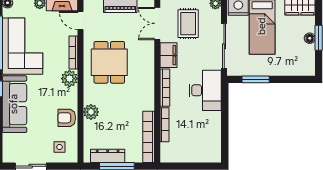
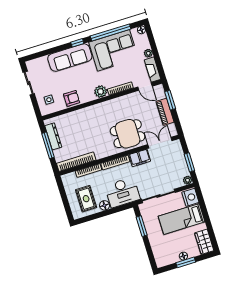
door: (80, 20) -> (145, 87), swing flipped
rug: (188, 24) -> (86, 199), moved, turned 90
dining table: (109, 62) -> (128, 134), moved
plant: (91, 112) -> (81, 115), removed
armchair: (67, 118) -> (72, 98), turned 90
floor lamp: (215, 118) -> (105, 205), added

